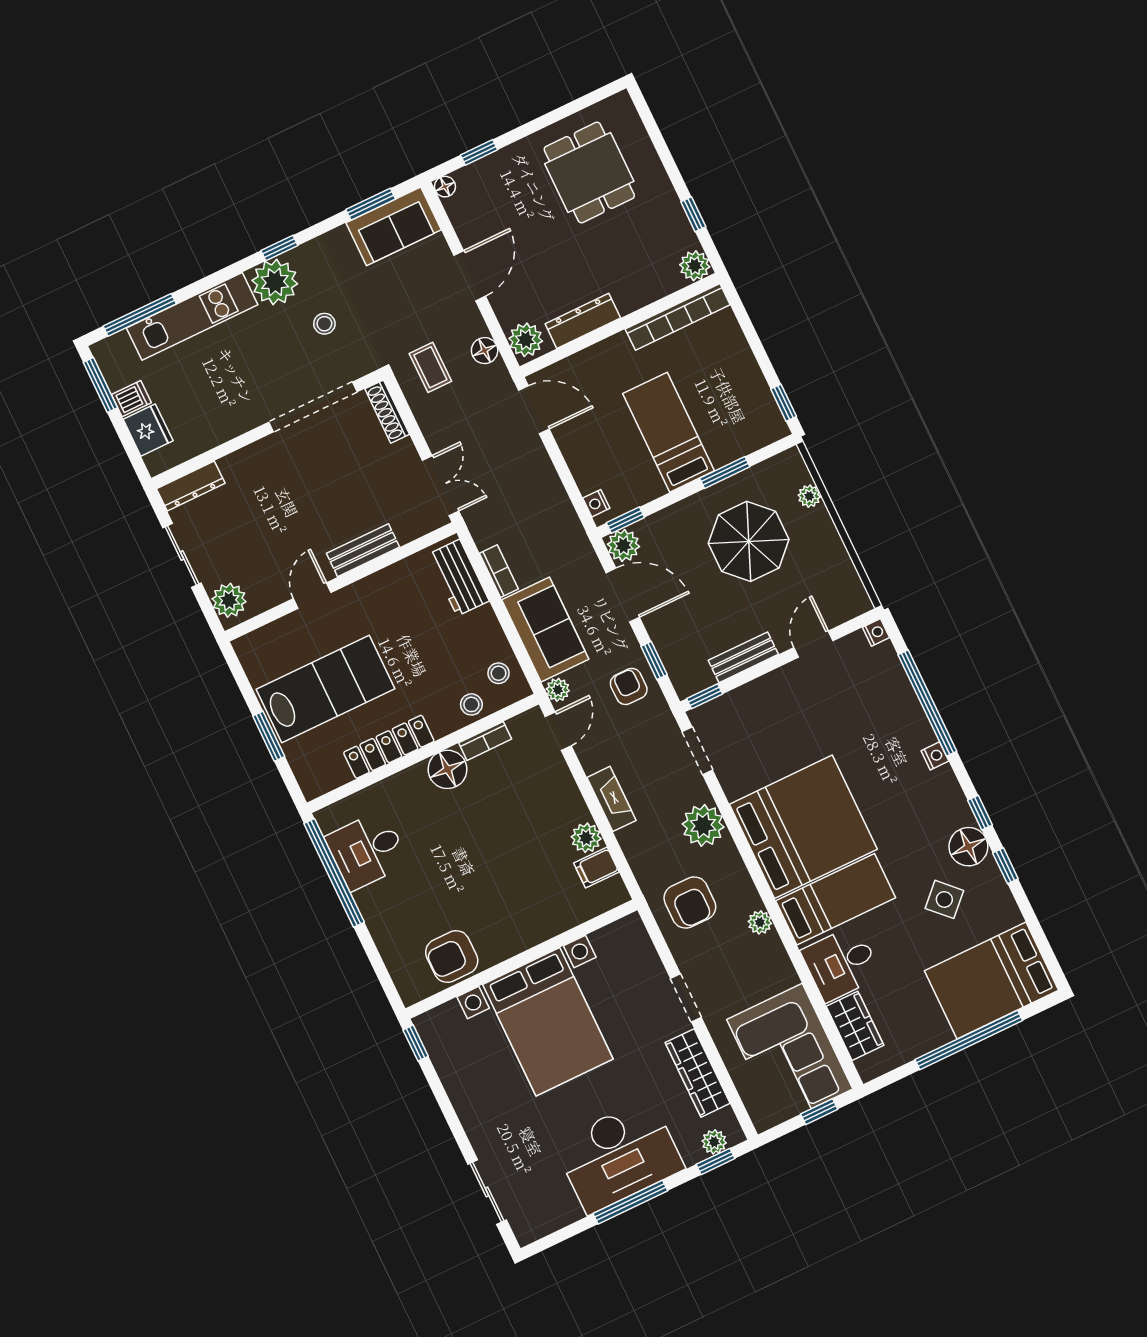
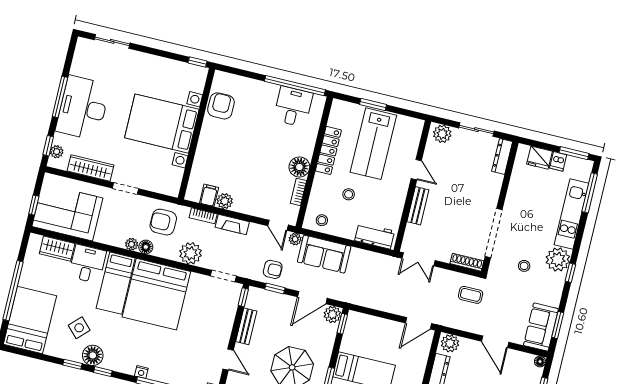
floor lamp: (485, 351) -> (146, 247), moved
nightstand: (596, 503) -> (359, 318), removed
bookcase: (499, 571) -> (203, 216), moved
stool: (471, 704) -> (349, 194), moved

